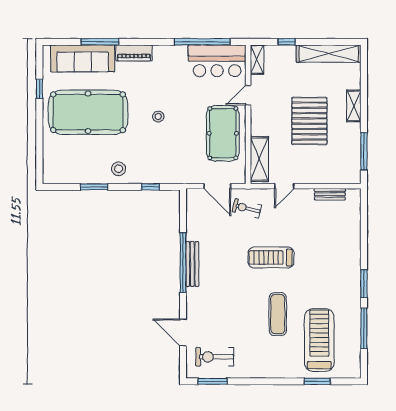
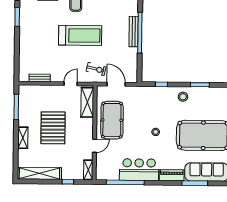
bar counter: (217, 61) -> (139, 170), moved
treadmill: (271, 258) -> (80, 35), width x1.37, depth x1.38

